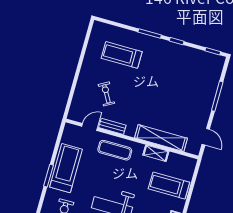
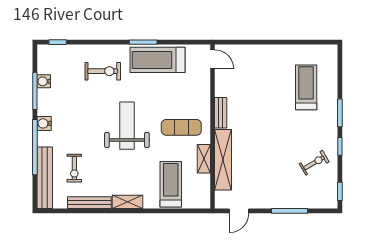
exercise bike: (106, 94) -> (314, 163), moved
bench: (112, 126) -> (221, 113), moved
door: (90, 127) -> (213, 59), moved
exercise mat: (115, 150) -> (181, 127), moved, turned 90
treadmill: (66, 168) -> (158, 60), turned 180

